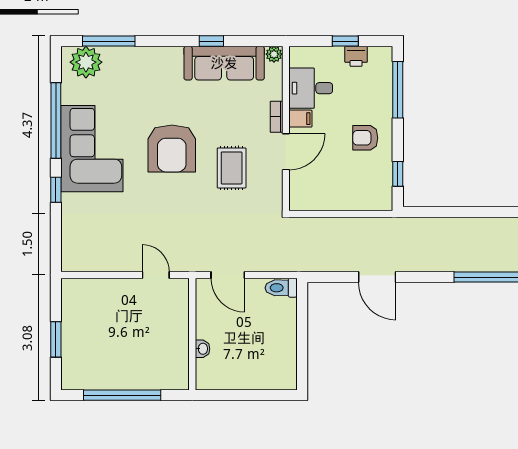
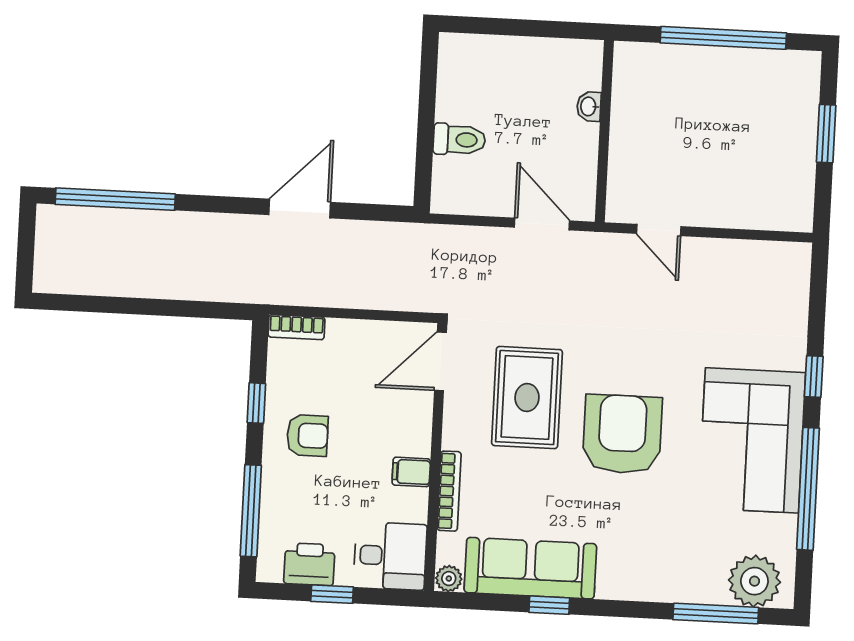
printer: (356, 56) -> (309, 564), width x1.36, depth x1.24
desk: (311, 88) -> (390, 556), moved
bookcase: (277, 117) -> (449, 491), width x1.56
door: (286, 152) -> (440, 361), moved
rug: (232, 168) -> (527, 398), width x1.36, depth x1.43
window: (398, 174) -> (256, 403), moved
bookcase: (375, 204) -> (297, 327), added
door: (377, 277) -> (300, 208), hinge flipped
toilet: (281, 288) -> (459, 140), moved

